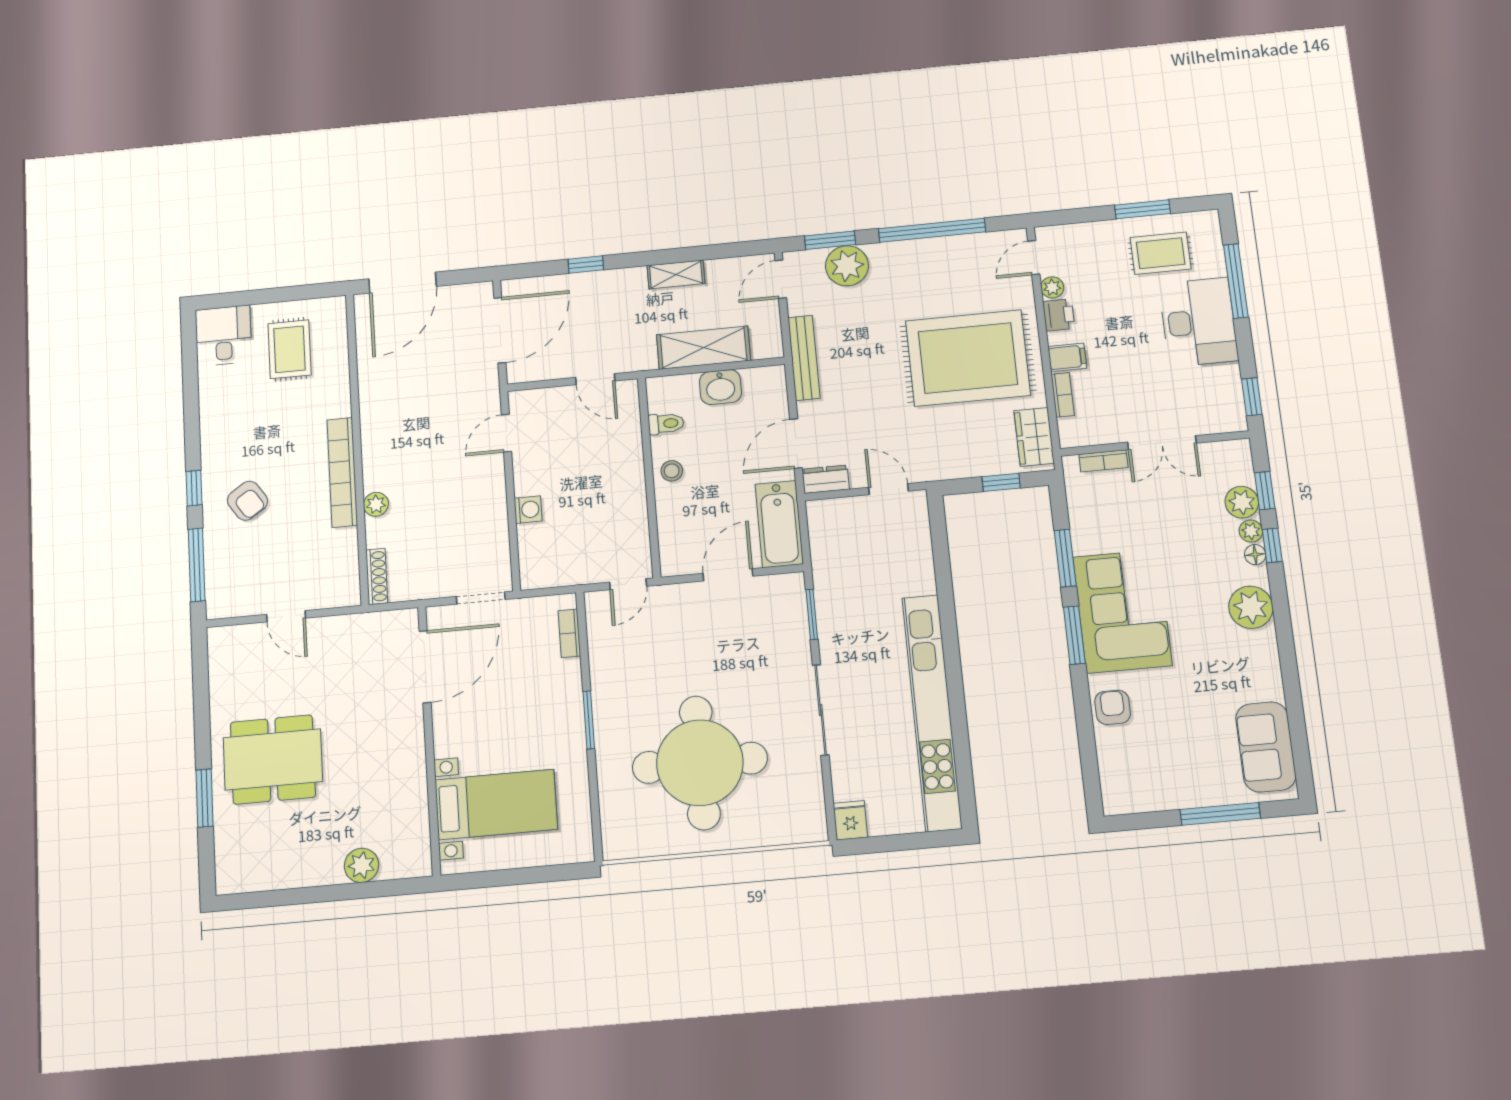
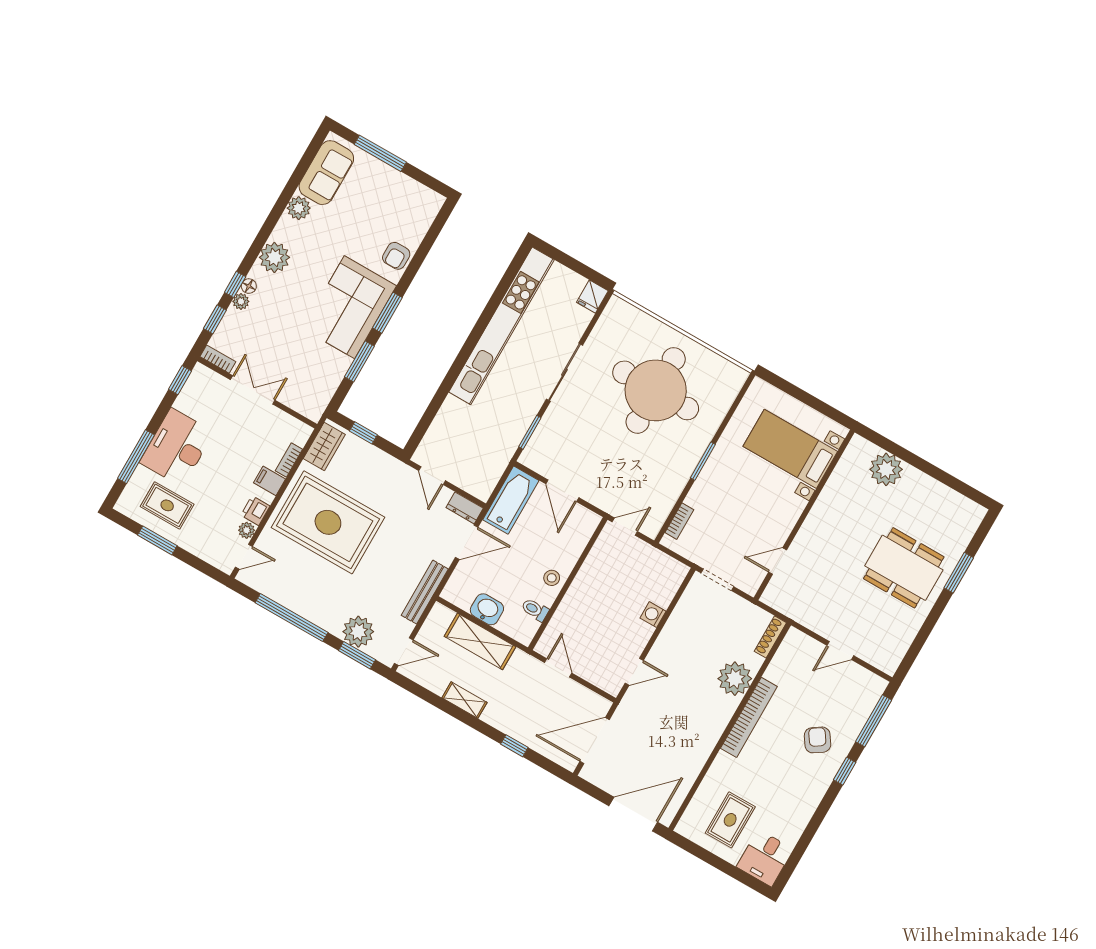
bookcase: (1103, 461) -> (218, 359), moved
plant: (1242, 502) -> (299, 208), moved
plant: (376, 504) -> (735, 679), width x1.87, depth x1.87
door: (728, 575) -> (562, 491), hinge flipped
door: (286, 616) -> (840, 650), swing flipped
door: (425, 667) -> (778, 561), width x0.53
plant: (362, 865) -> (886, 469), width x1.36, depth x1.36

